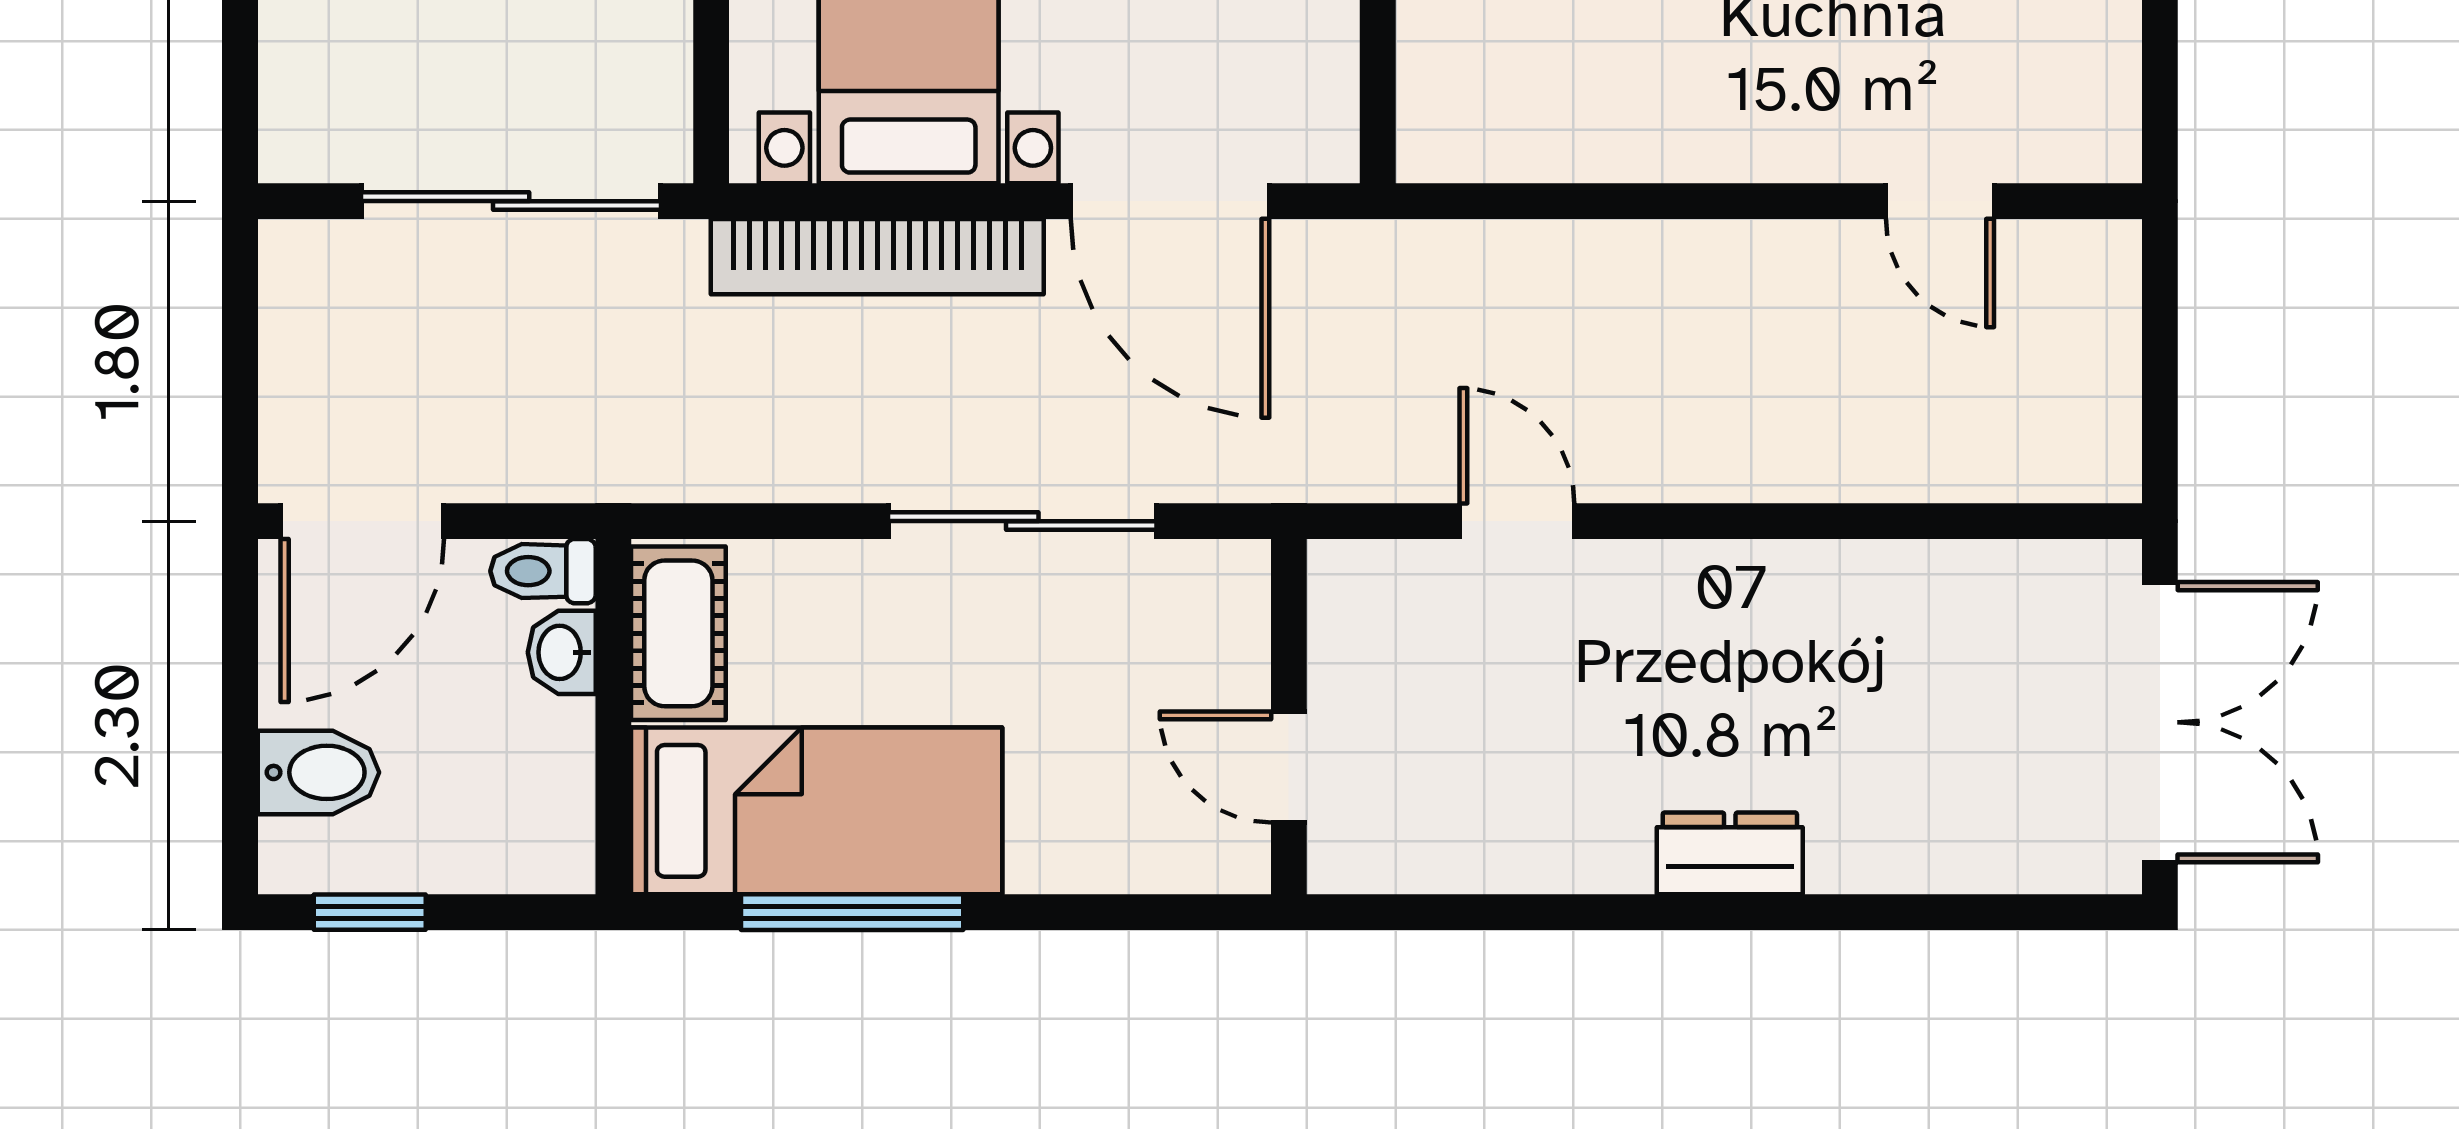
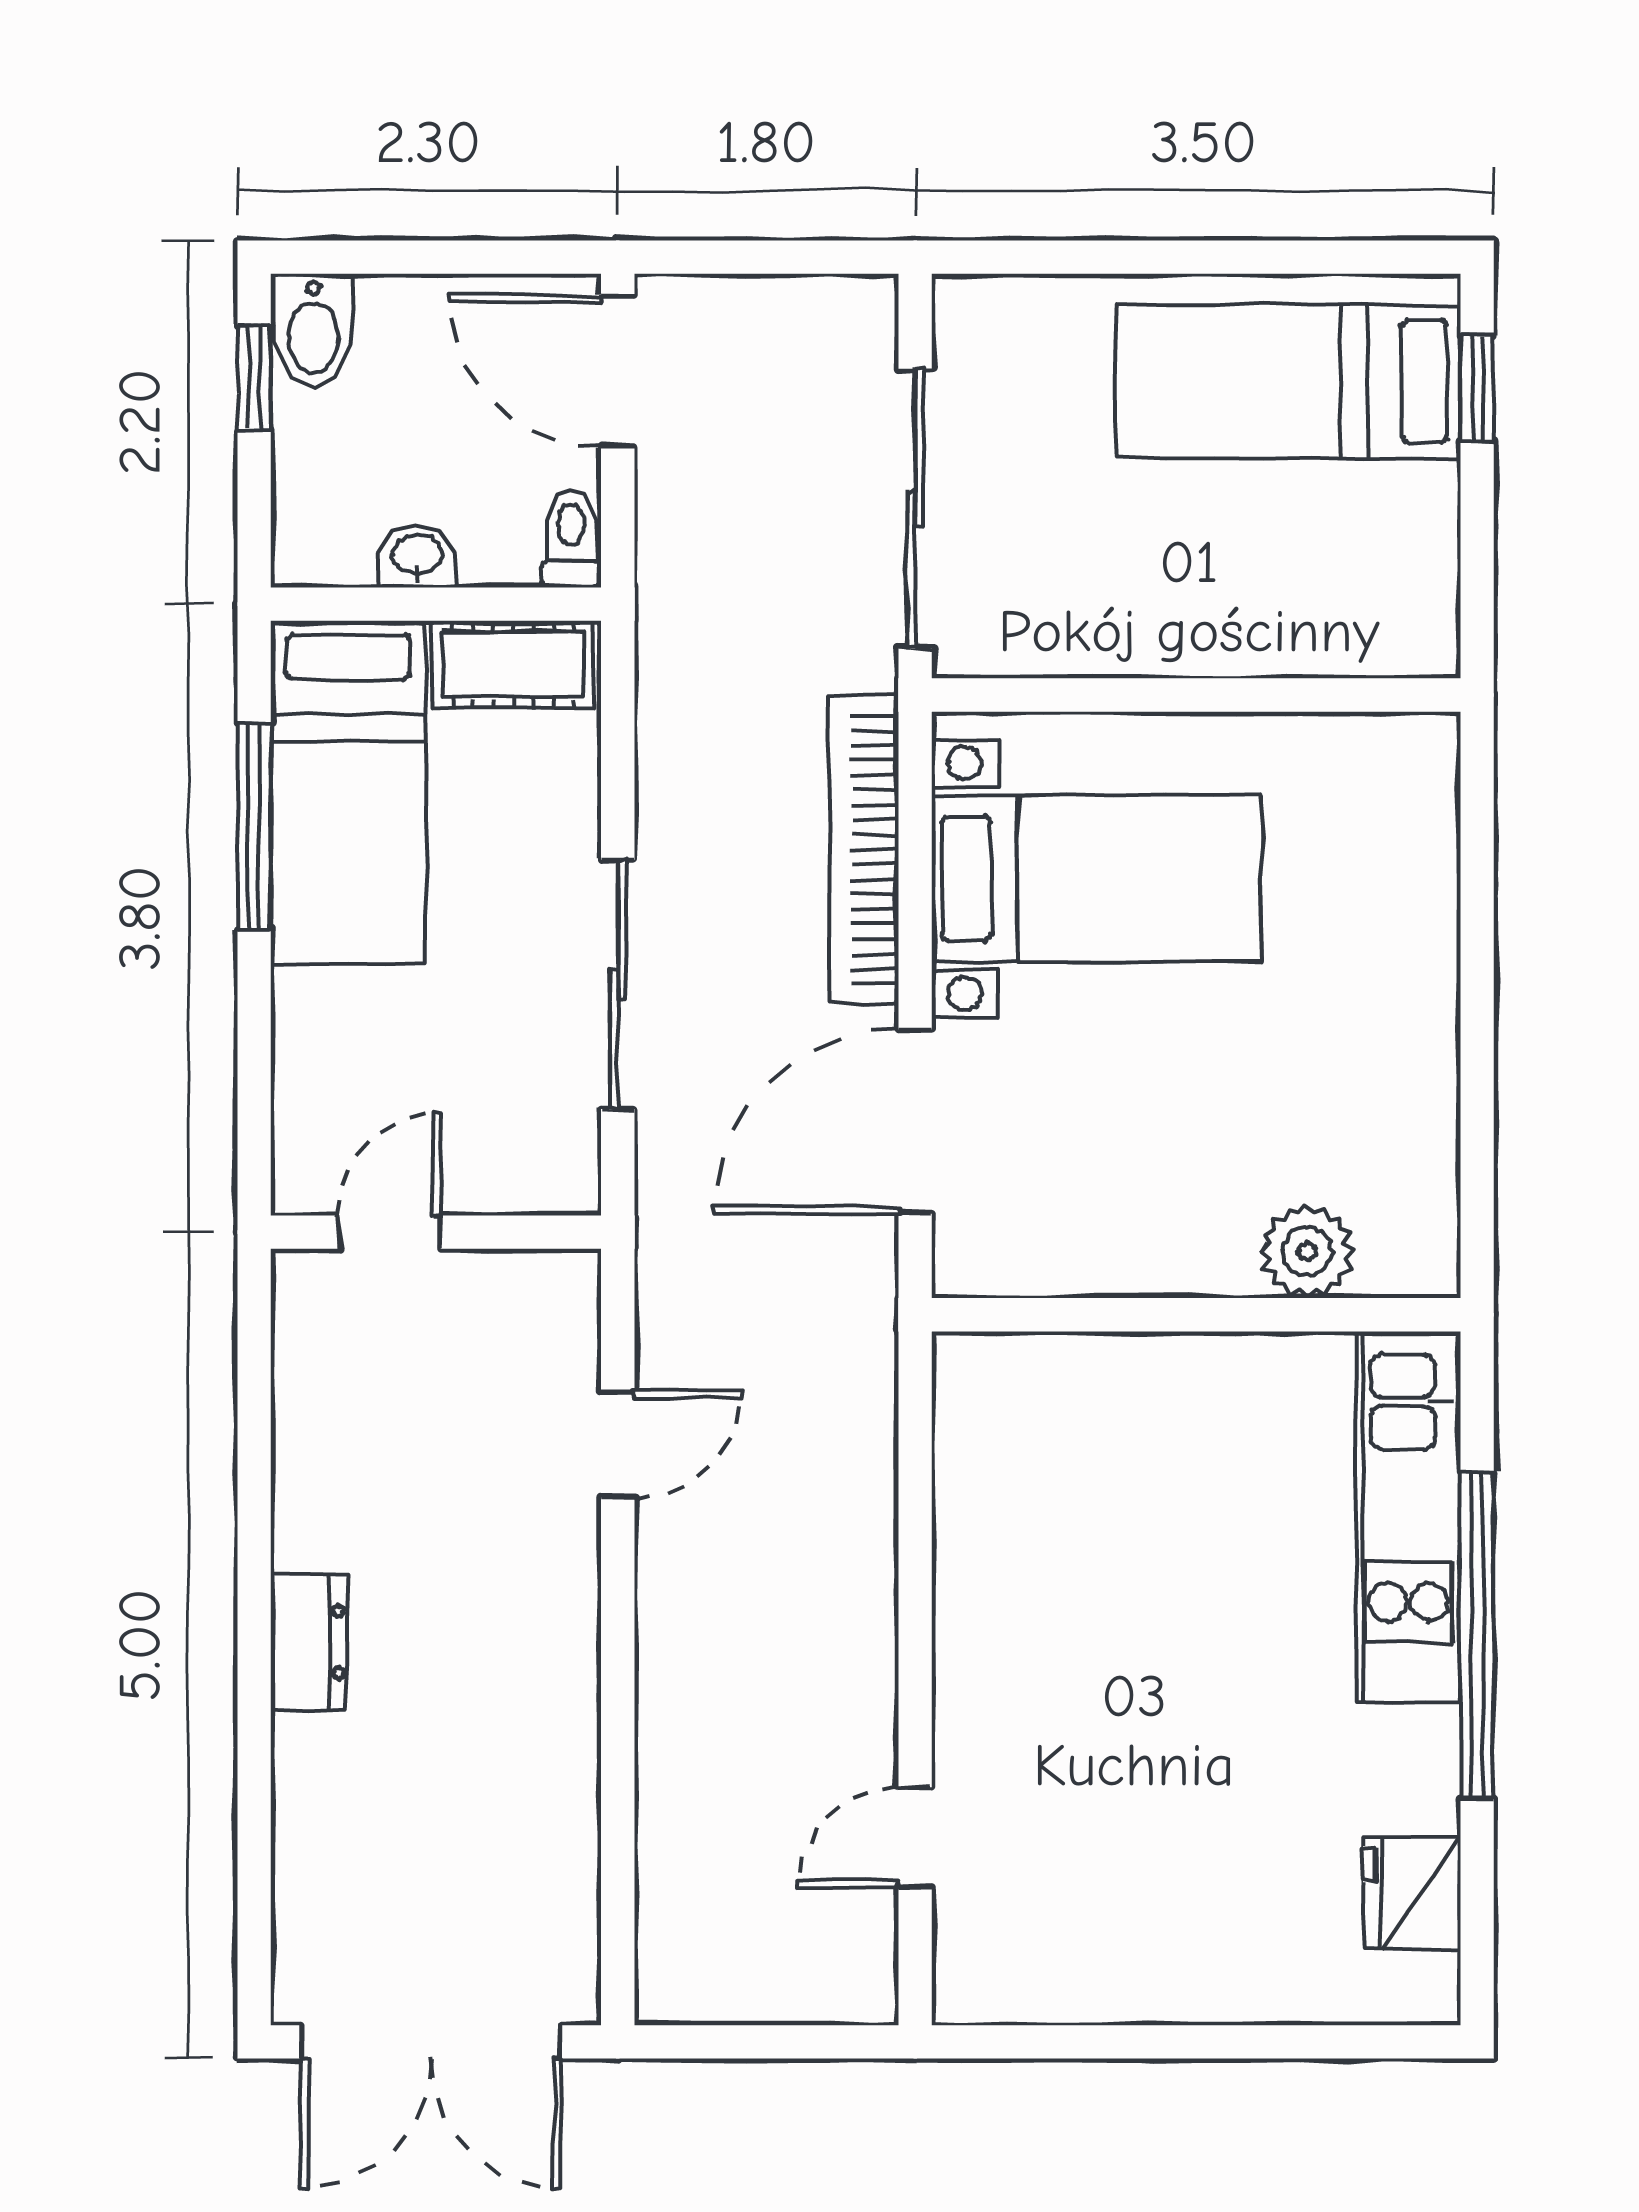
washbasin: (562, 652) -> (417, 556), moved
bidet: (318, 772) -> (313, 330), moved

